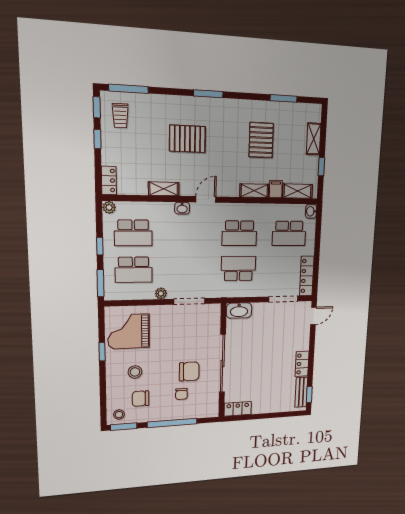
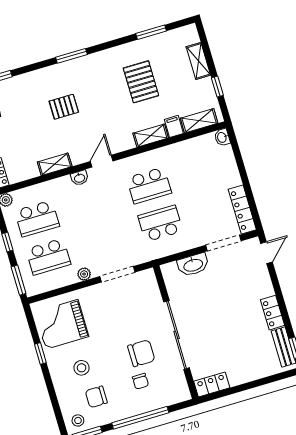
pallet: (187, 139) -> (64, 107), width x0.67, depth x0.71
school desk: (289, 233) -> (205, 169), removed
washbasin: (239, 311) -> (193, 265), moved

